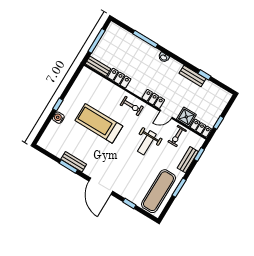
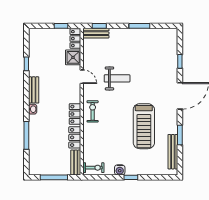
bench: (193, 76) -> (34, 90), moved
locker: (153, 99) -> (75, 114), moved
water cooler: (58, 118) -> (120, 170), moved
treadmill: (99, 123) -> (144, 126), moved
exercise bike: (177, 136) -> (94, 168), moved
bench: (188, 160) -> (96, 33), moved
bench: (74, 162) -> (173, 152), moved, width x1.36
exercise mat: (158, 191) -> (154, 42), removed

